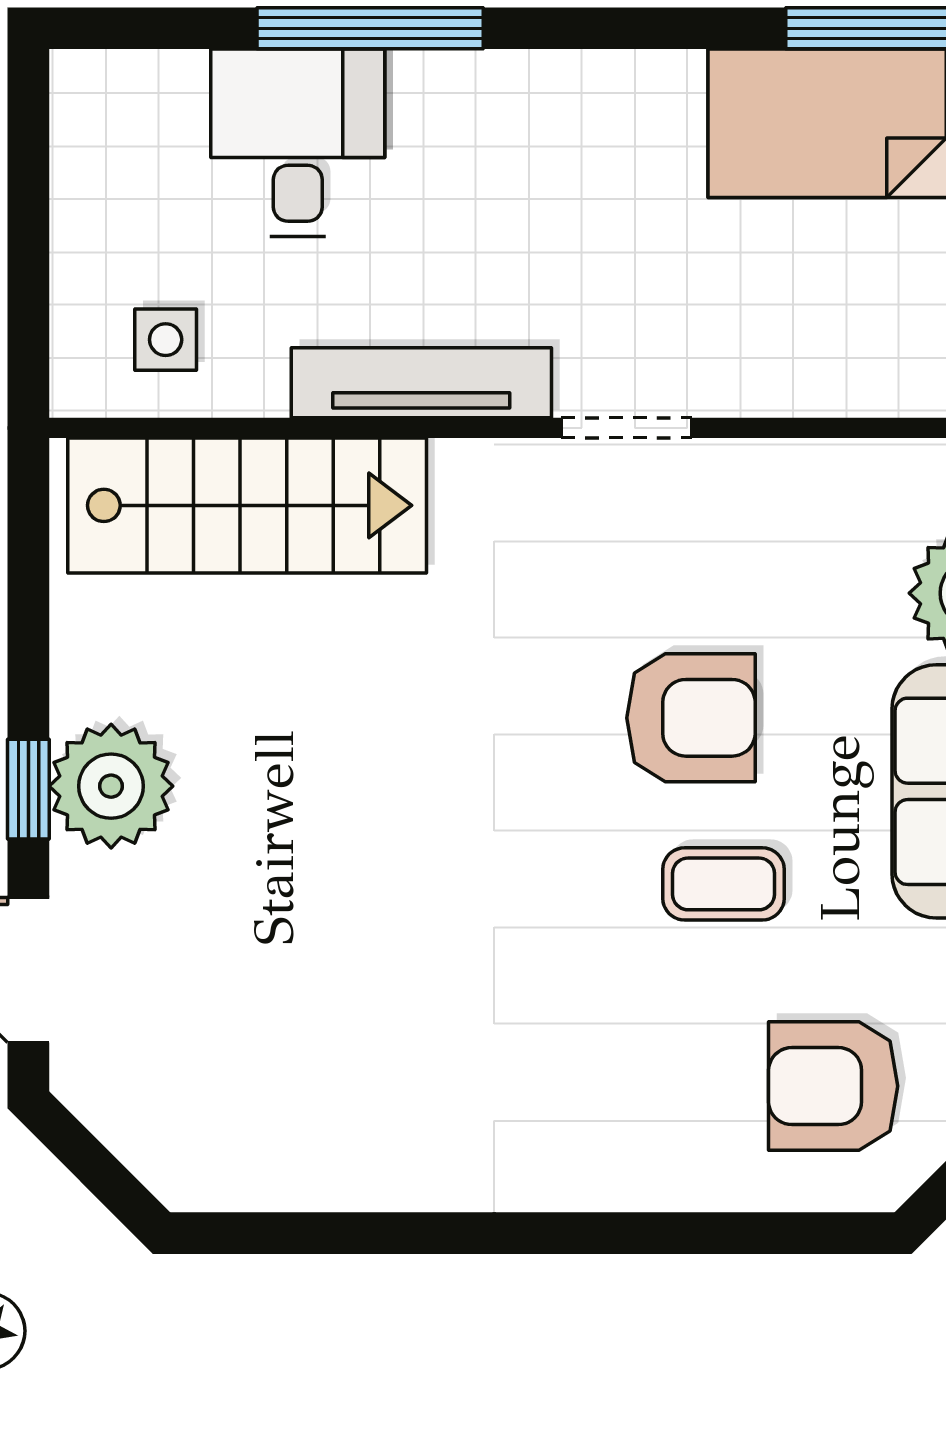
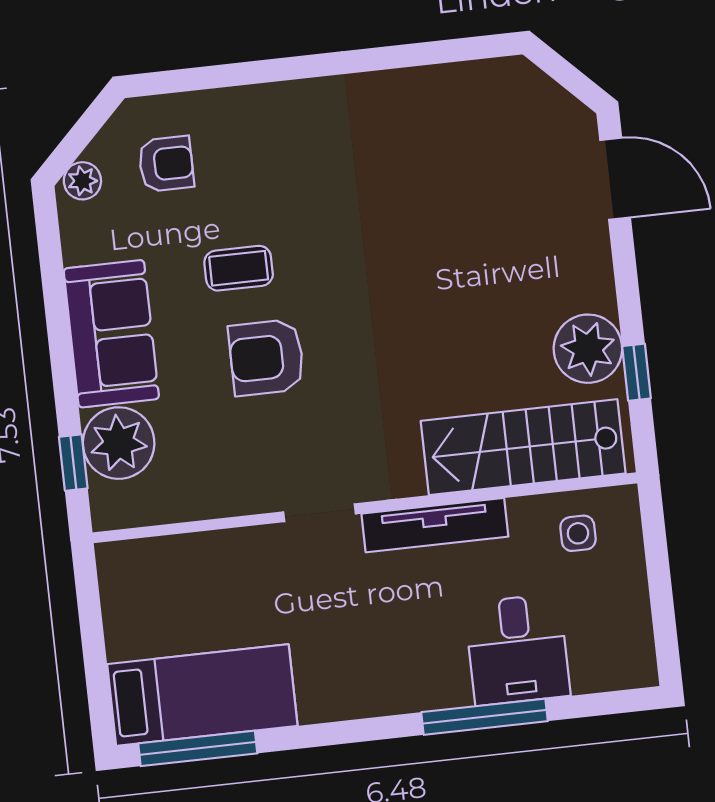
plant: (111, 786) -> (588, 349), moved
window: (28, 789) -> (636, 372), moved
armchair: (833, 1086) -> (166, 164), width x0.72, depth x0.72

